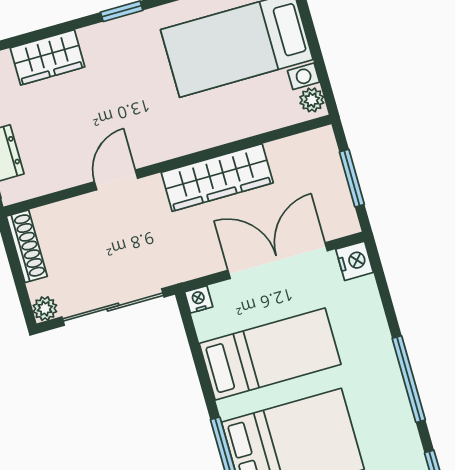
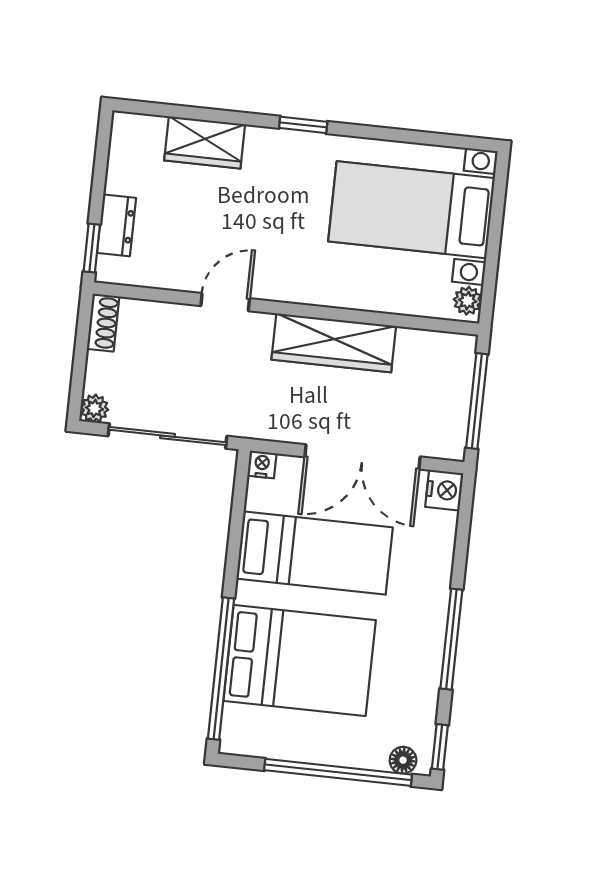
window: (352, 178) -> (477, 401), width x1.44
shoe rack: (27, 246) -> (103, 323), width x0.70
double door: (278, 261) -> (363, 457), swing flipped

